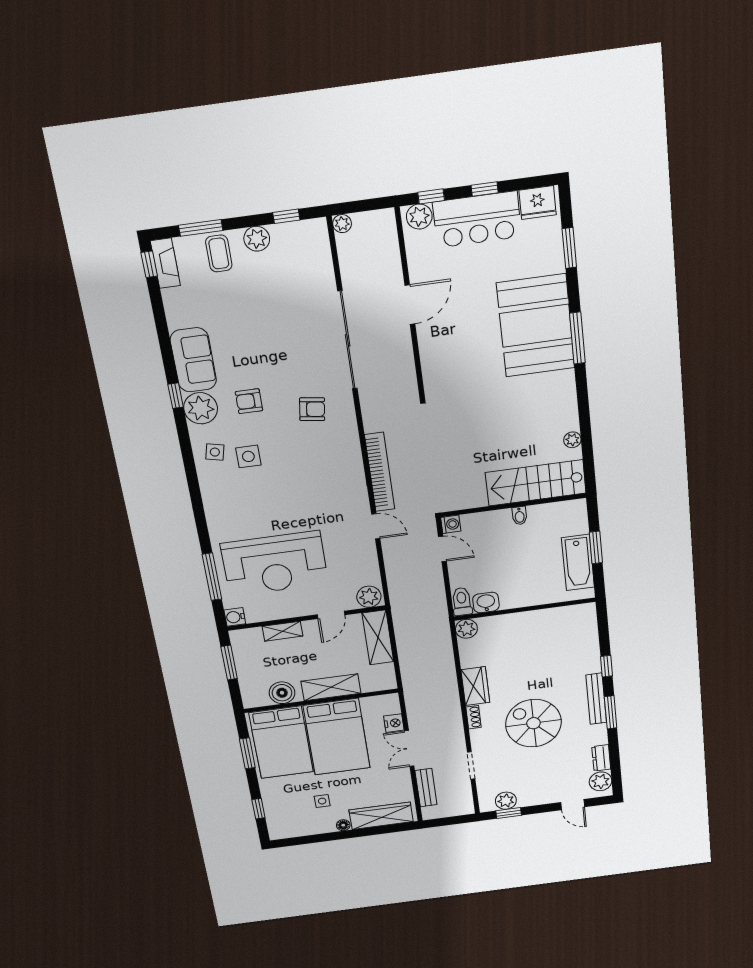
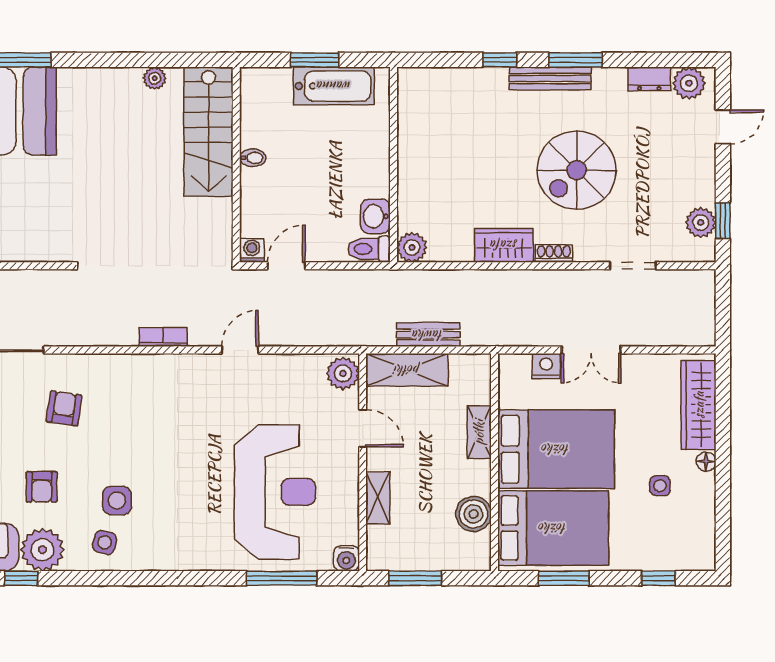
bookcase: (380, 472) -> (163, 337), width x0.43, depth x0.76
shelving: (331, 687) -> (479, 432), width x0.67, depth x0.75
bench: (426, 788) -> (428, 335), moved

